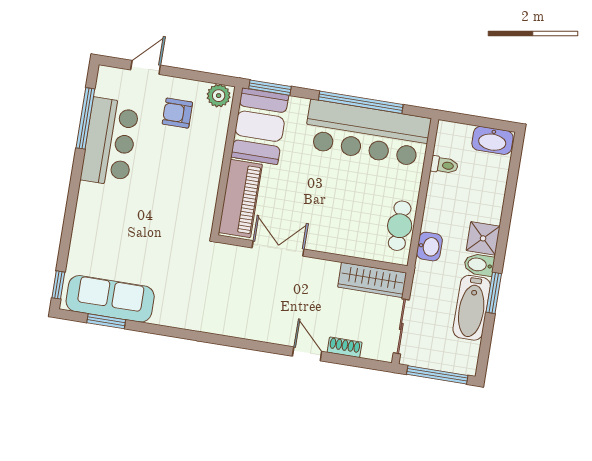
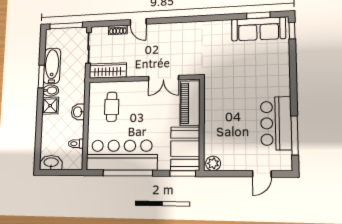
armchair: (177, 113) -> (237, 148), removed
cafe table: (400, 226) -> (112, 107), moved
washbasin: (429, 247) -> (78, 112), moved

